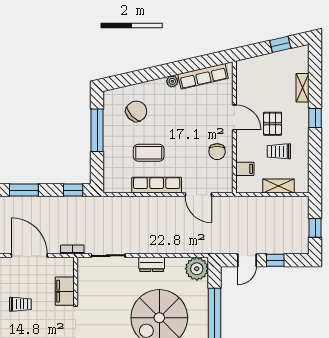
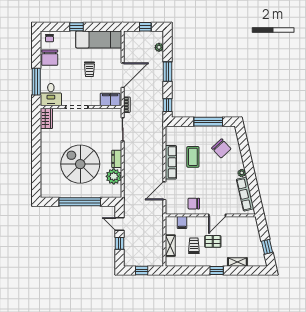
plant: (197, 269) -> (114, 176), moved
filing cabinet: (65, 291) -> (110, 99), moved

